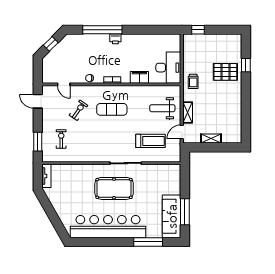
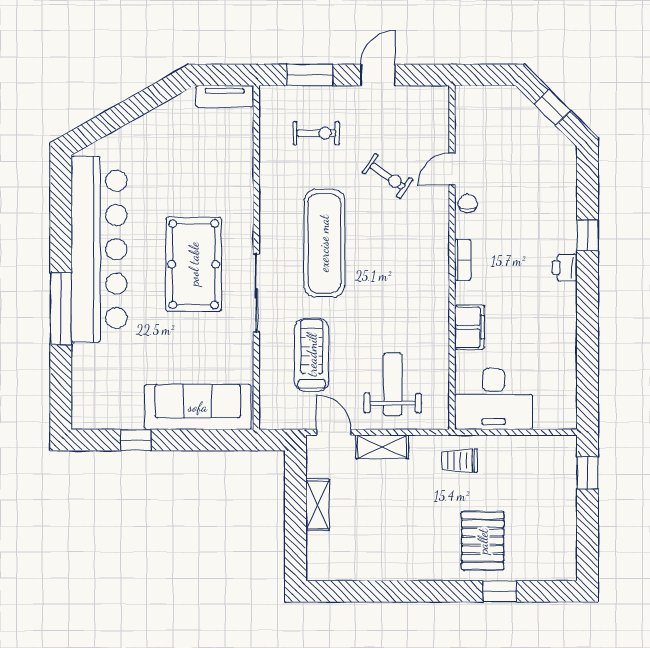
window: (102, 30) -> (588, 235), width x0.32
door: (64, 84) -> (452, 169), moved
door: (38, 101) -> (378, 75), moved
exercise mat: (112, 109) -> (324, 243), moved, width x1.36, depth x1.45
treadmill: (151, 141) -> (312, 355), turned 180
window: (185, 212) -> (136, 440), width x0.46
sofa: (172, 216) -> (198, 407), moved
window: (148, 242) -> (61, 309), moved

